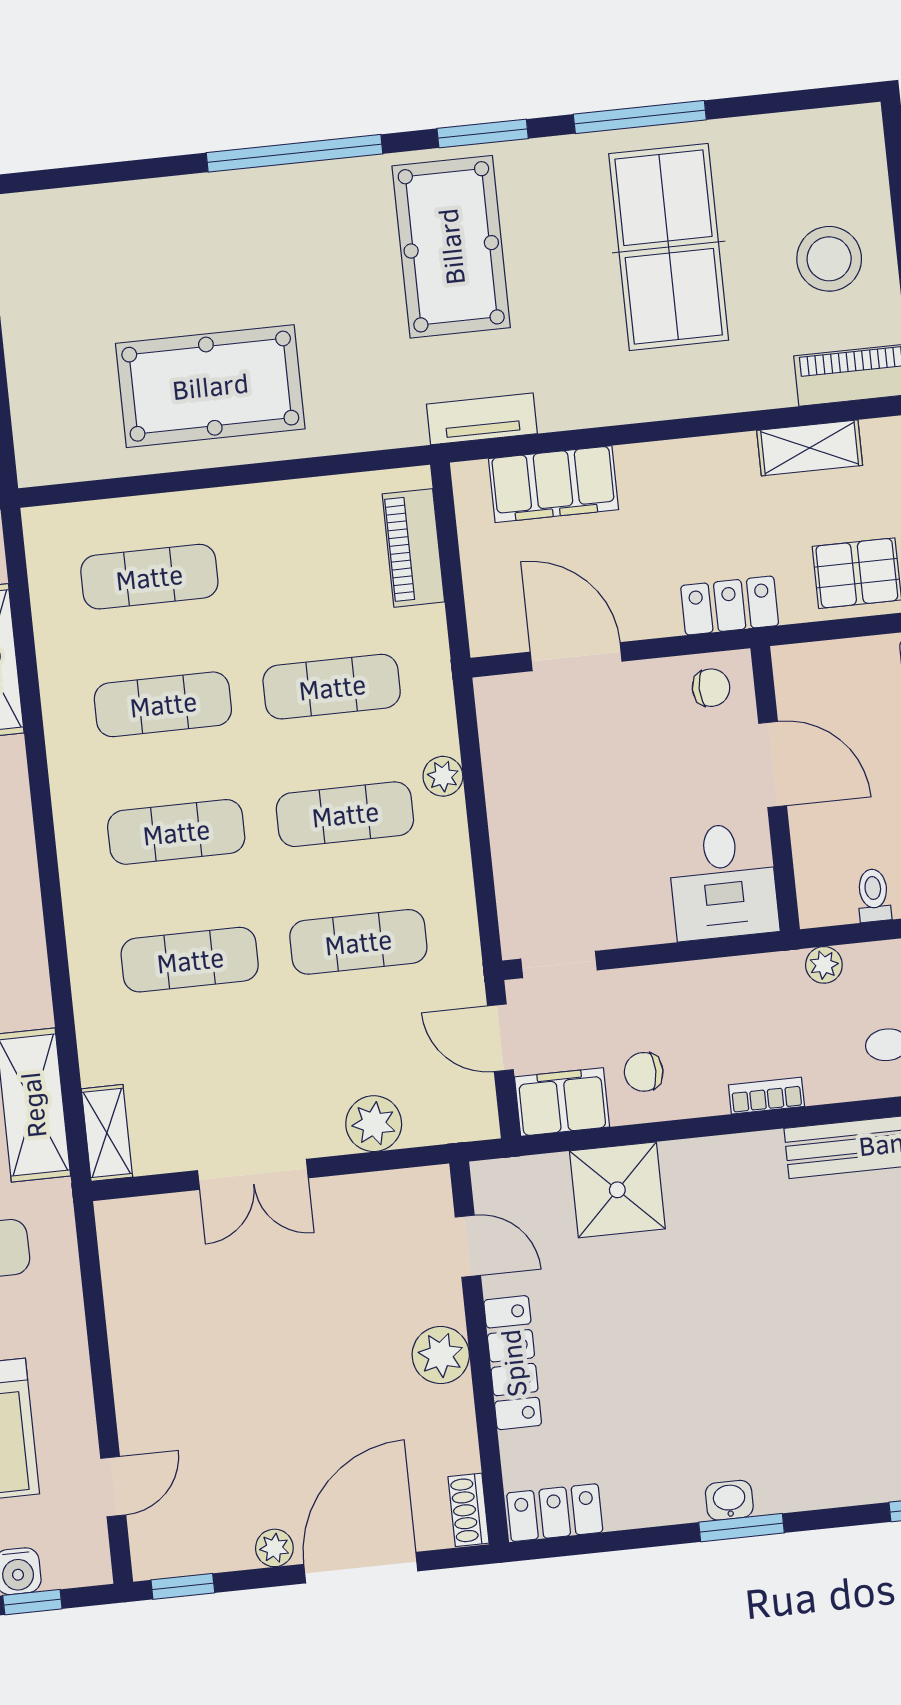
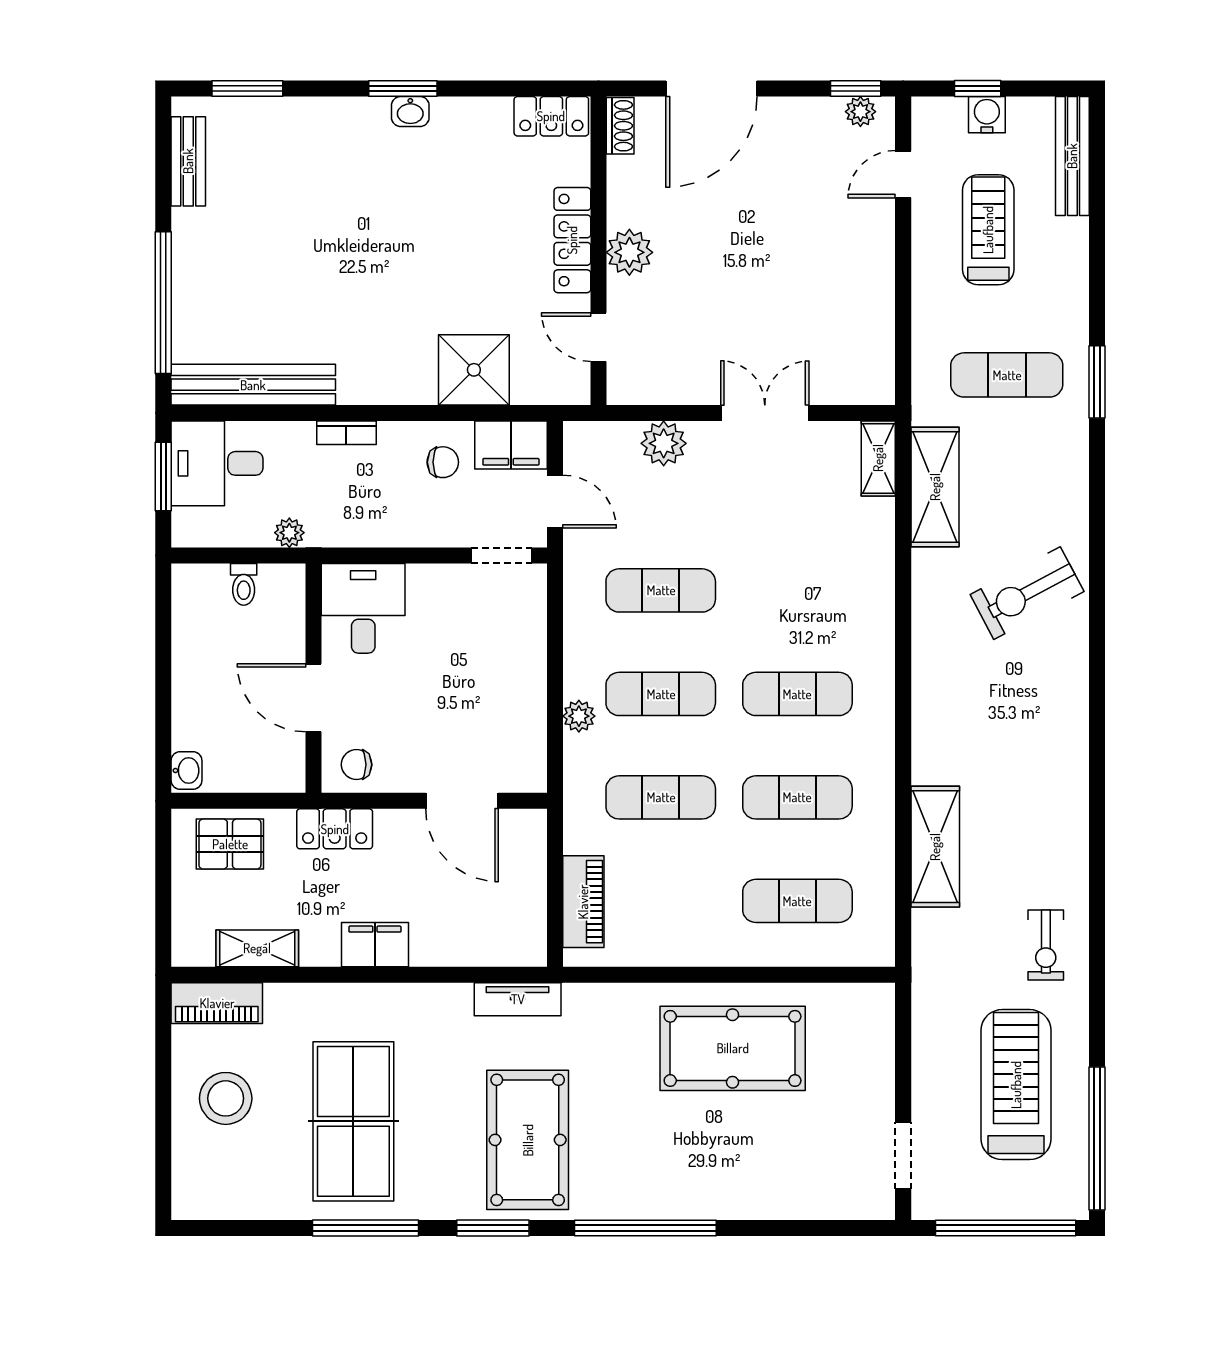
filing cabinet: (553, 484) -> (375, 945), moved, width x0.67, depth x0.86
exercise mat: (190, 960) -> (797, 590), removed
plant: (274, 1548) -> (860, 112), moved

